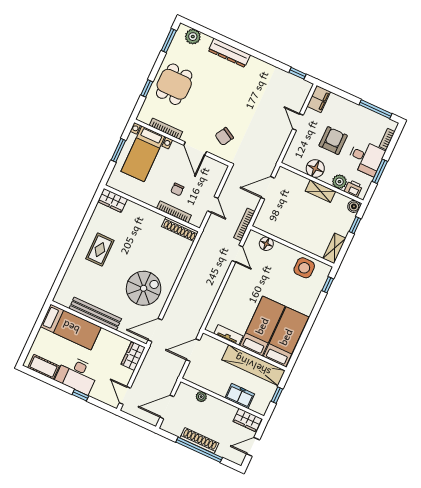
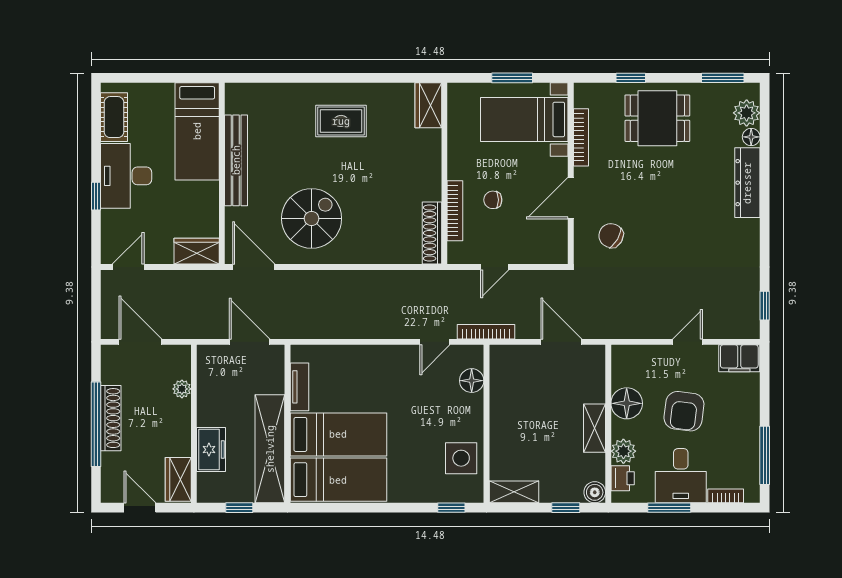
floor lamp: (206, 40) -> (751, 137), added
armchair: (333, 141) -> (684, 411), turned 97
spiral stairs: (144, 288) -> (312, 218), turned -90

